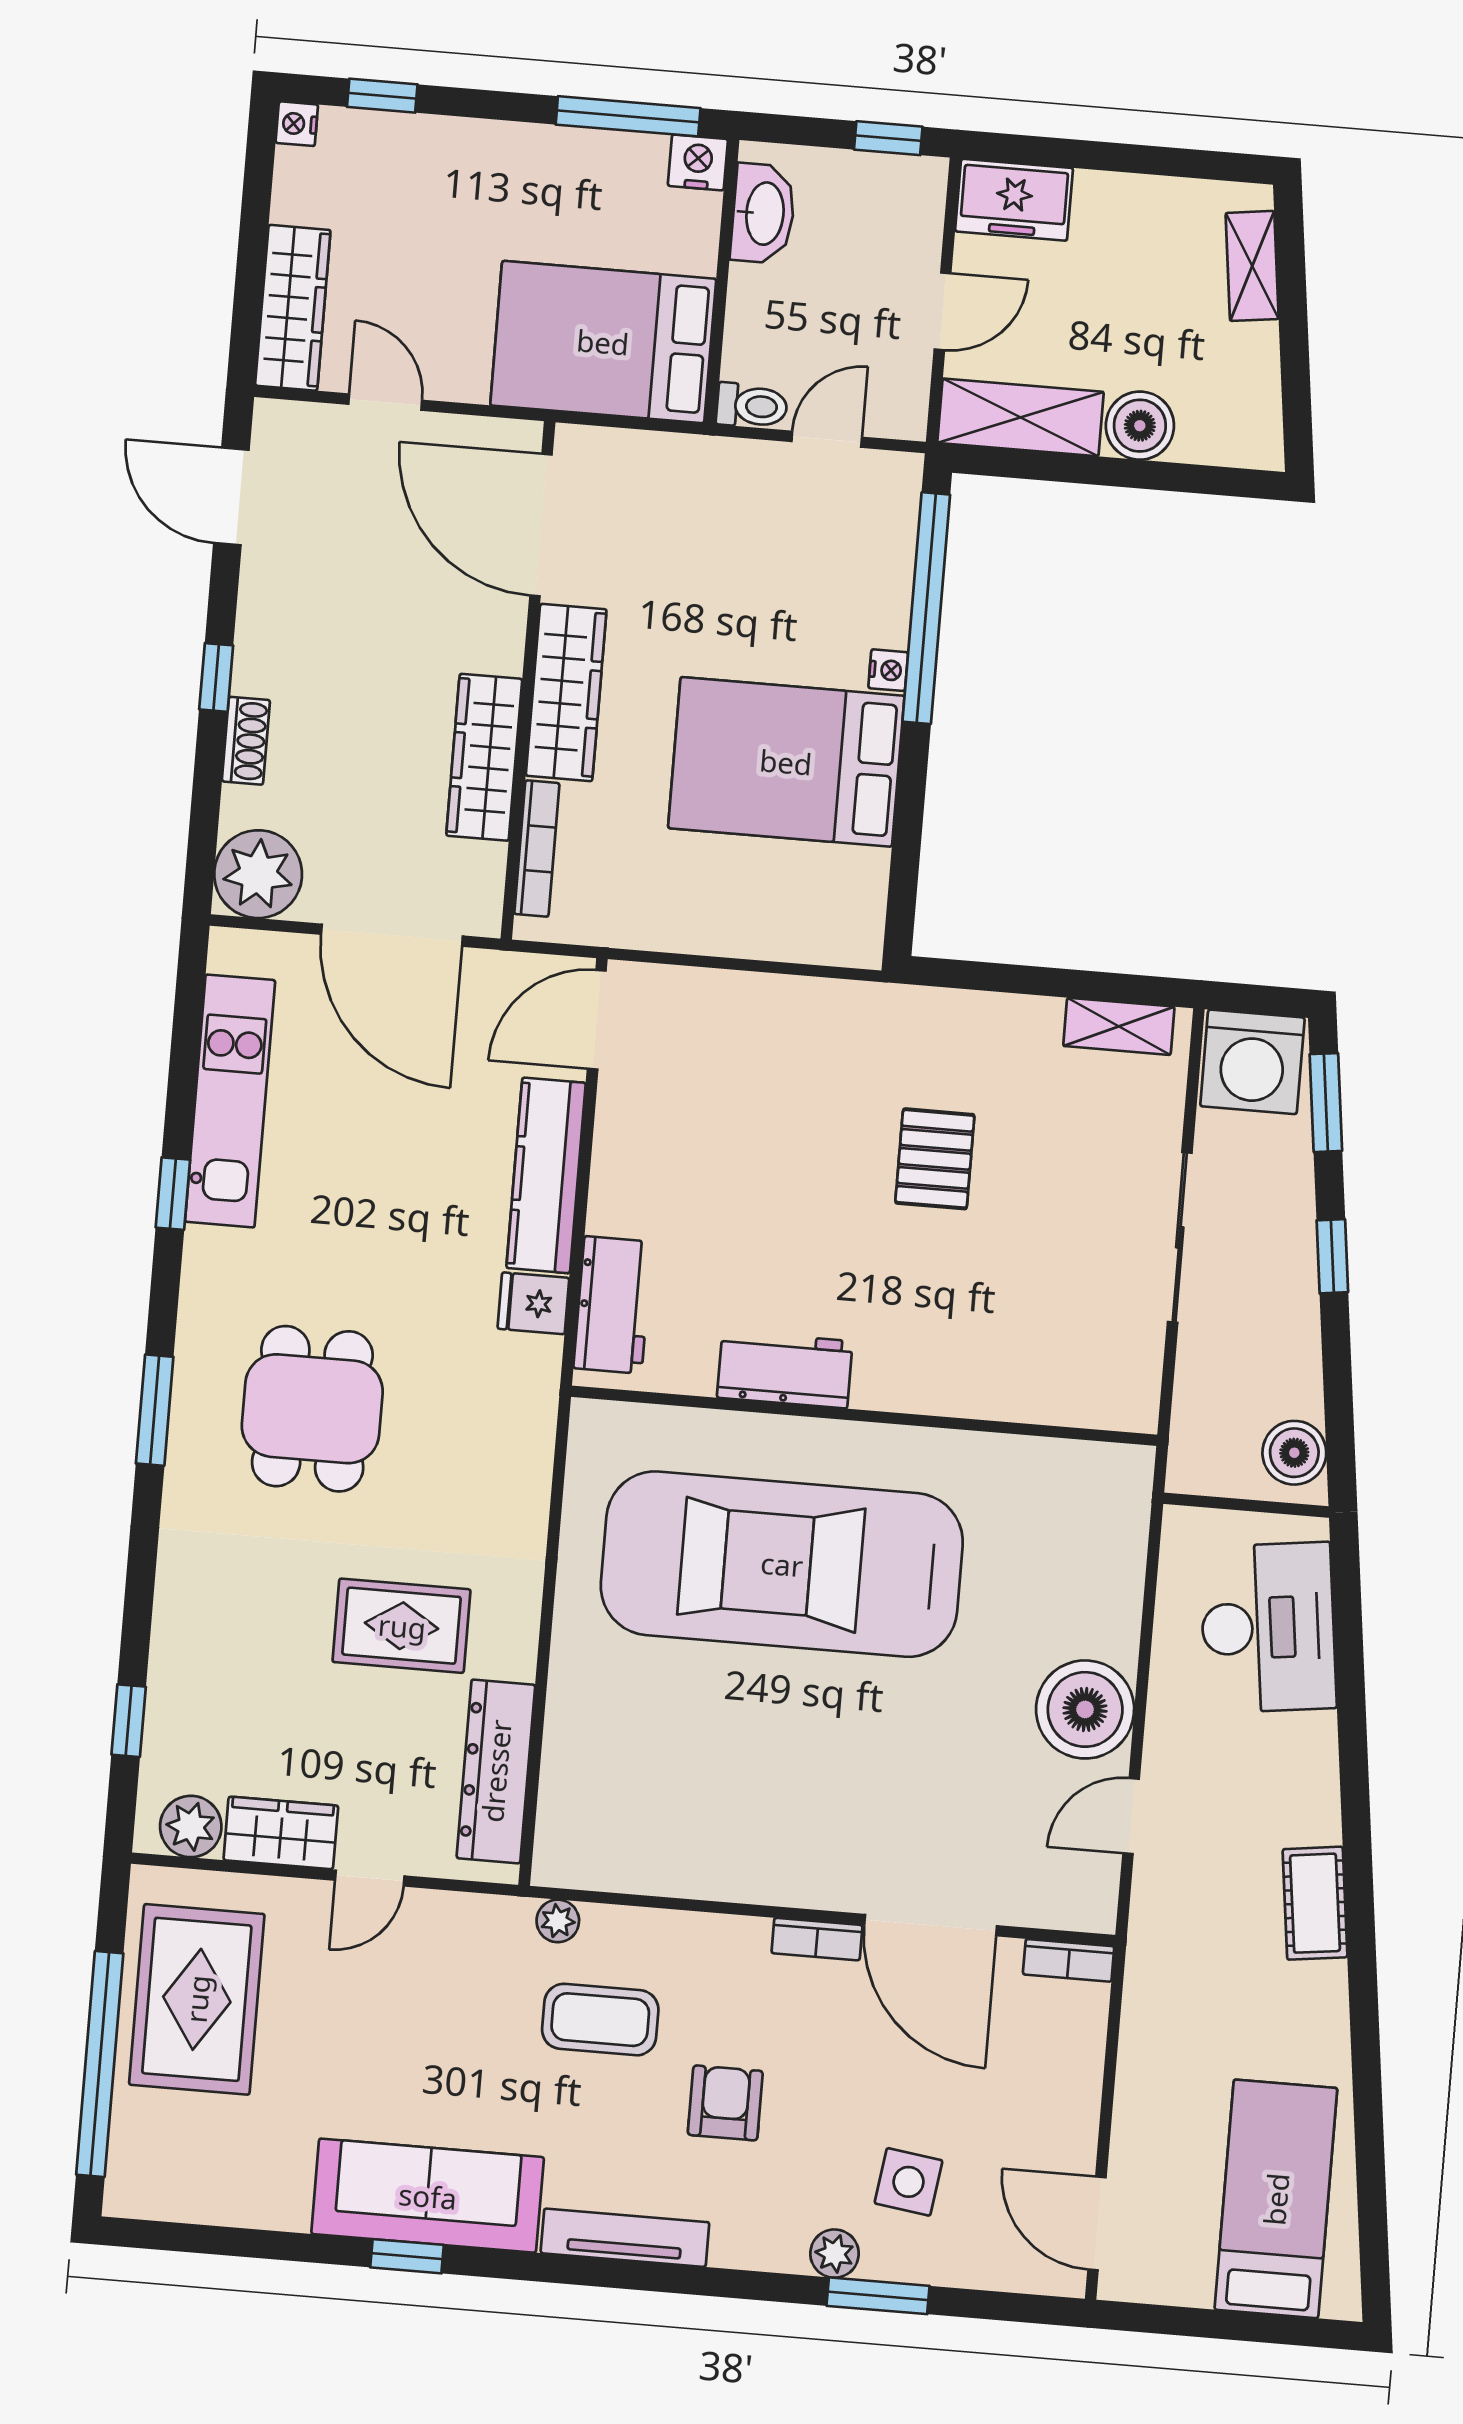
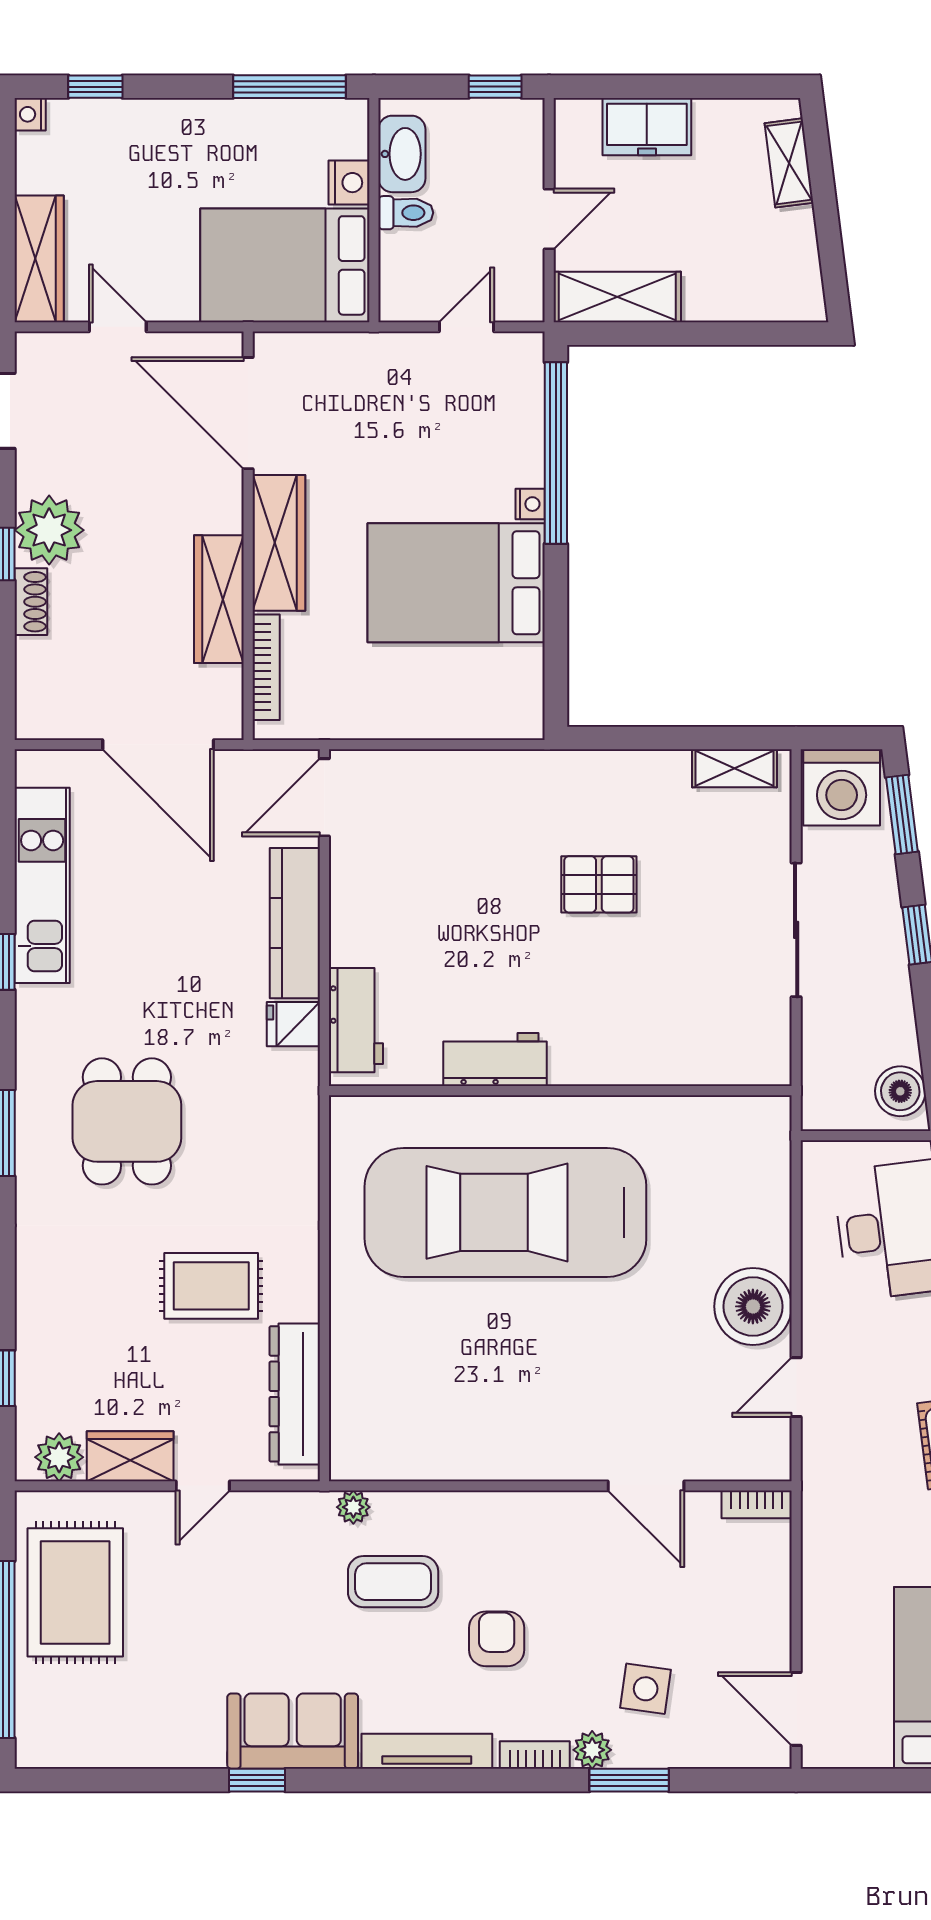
nightstand: (698, 162) -> (349, 183), moved, turned 90
freezer: (1014, 200) -> (647, 127), moved
toilet: (752, 406) -> (406, 213), moved
boiler: (1140, 426) -> (711, 296), removed
plant: (258, 874) -> (49, 530), moved
pallet: (935, 1159) -> (599, 884), turned 90
door: (931, 1925) -> (646, 1486), width x0.73
bookcase: (817, 1939) -> (535, 1755), moved, turned 180
sofa: (428, 2196) -> (293, 1731), width x0.73

